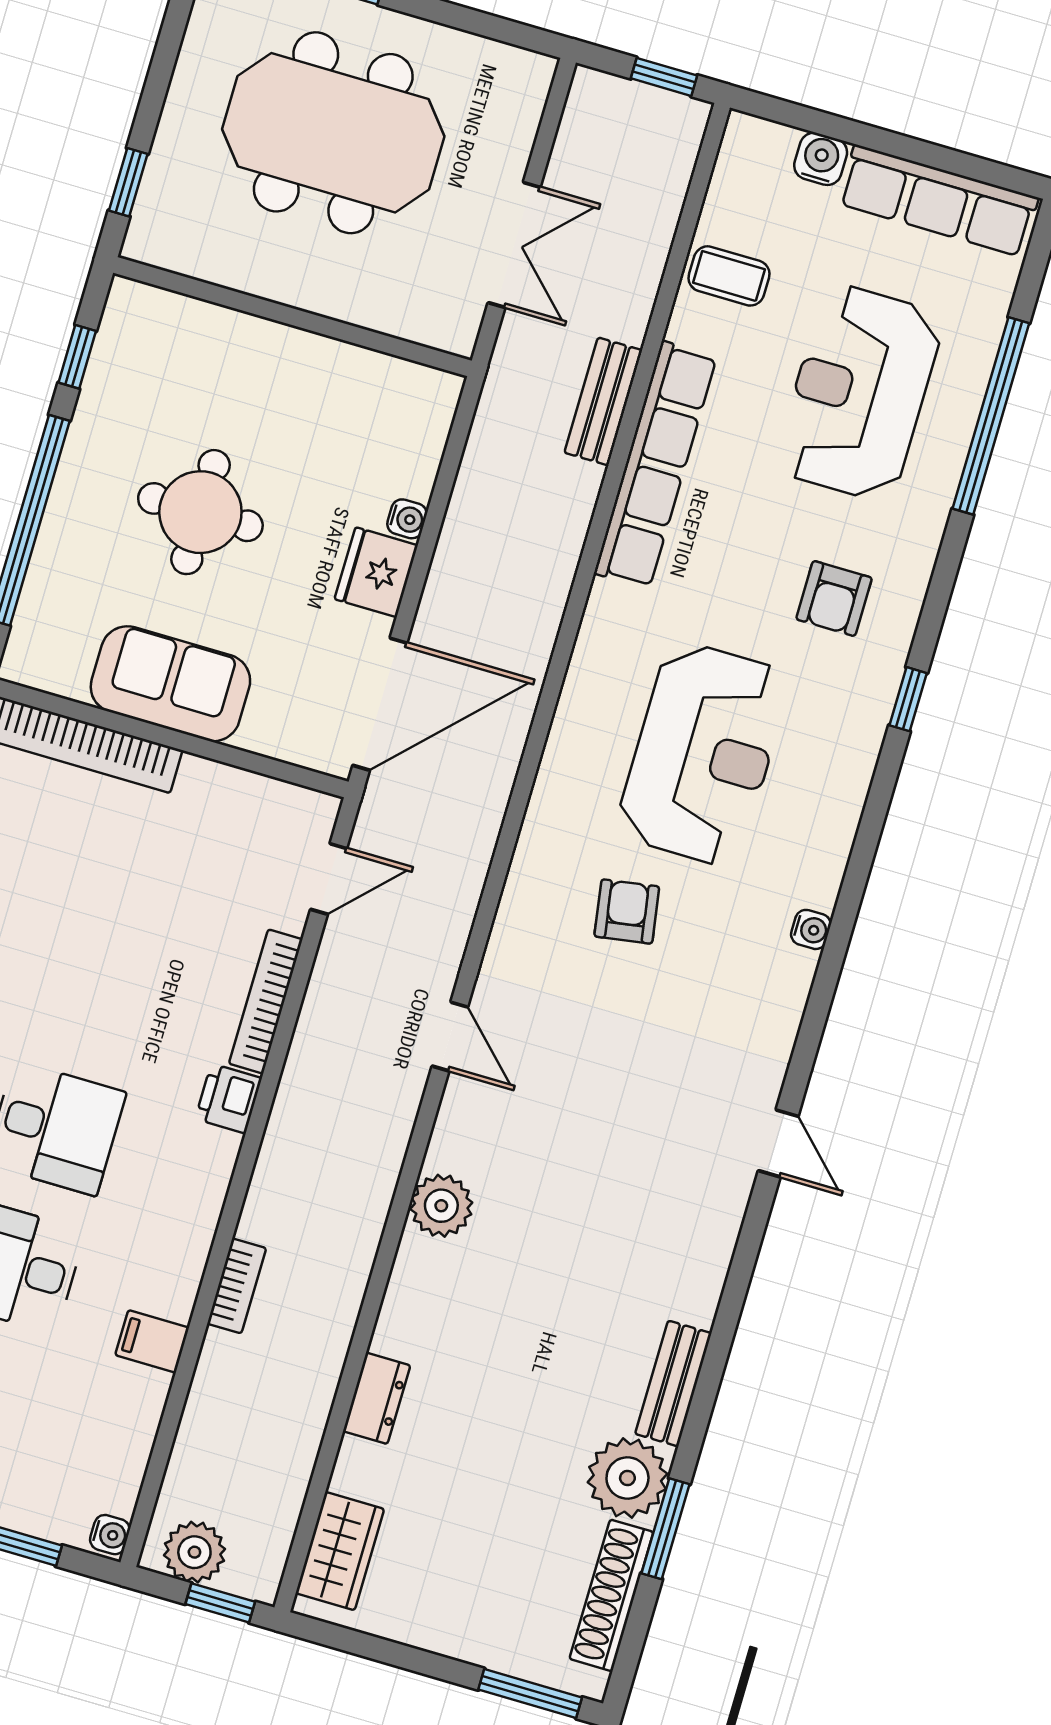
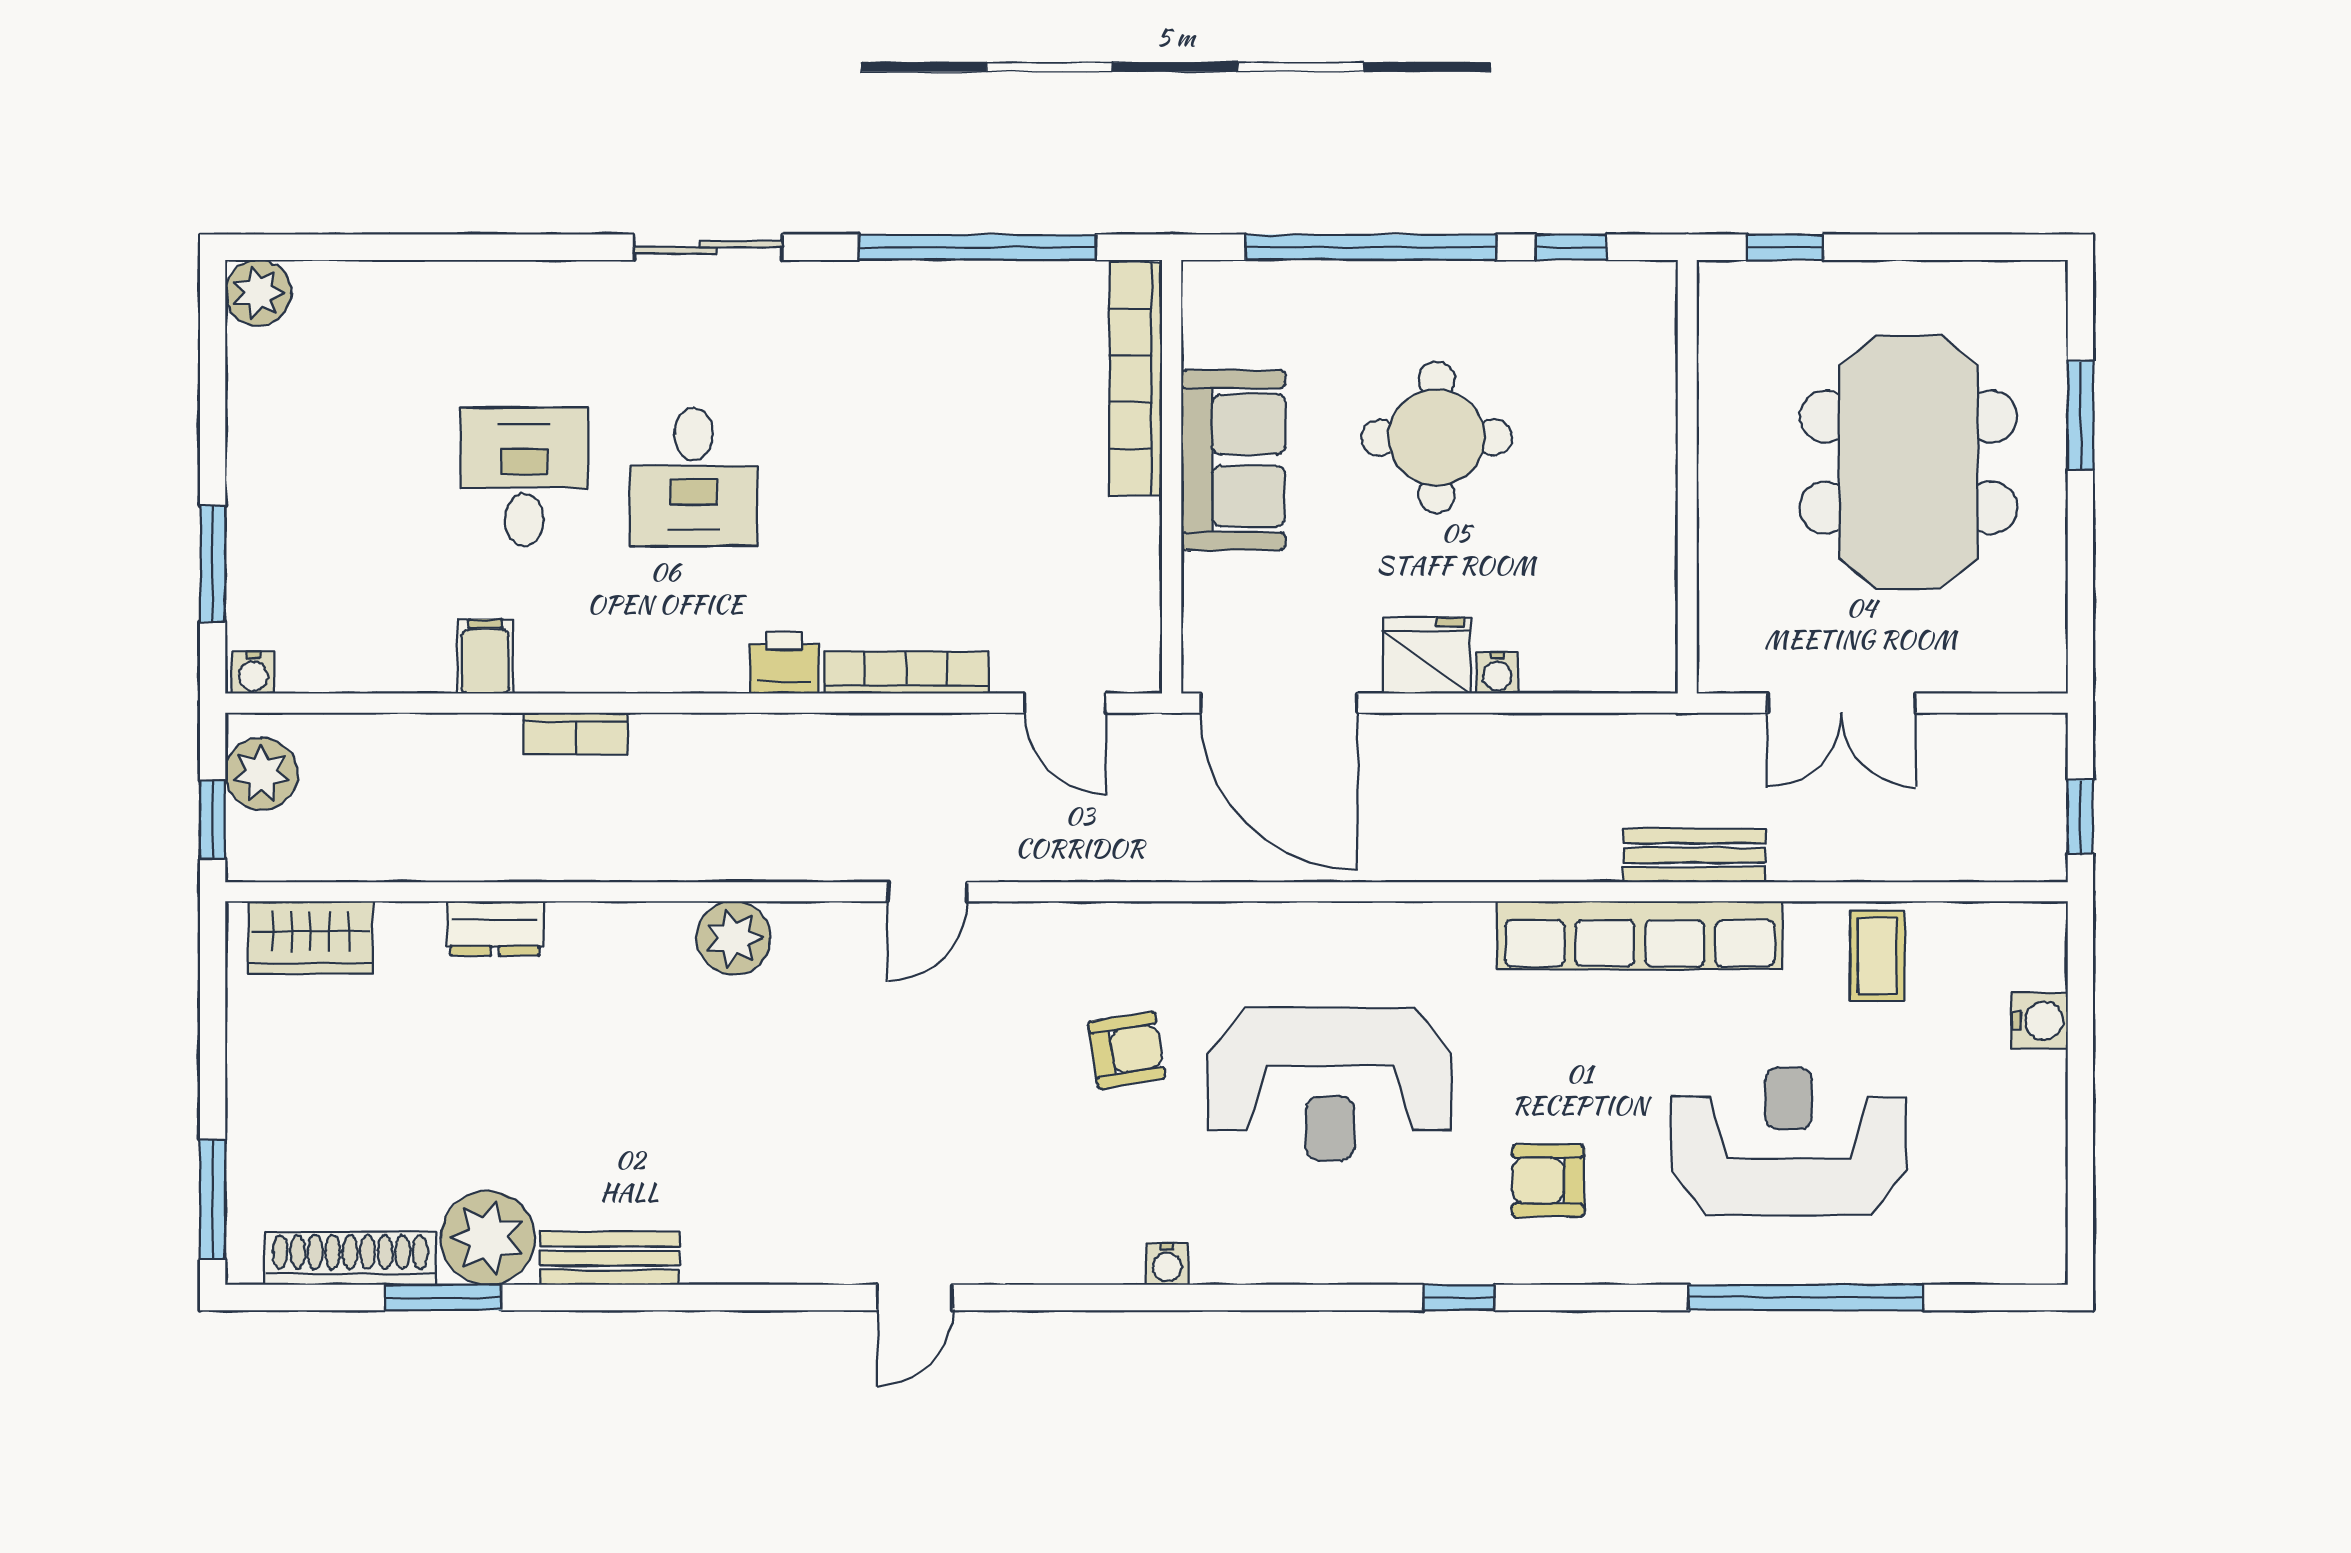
row of seats: (938, 201) -> (2031, 1167), removed

